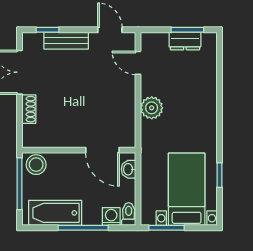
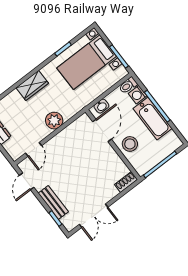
shoe rack: (29, 109) -> (126, 182), moved
wardrobe: (206, 113) -> (32, 85), added
stool: (36, 165) -> (130, 144), moved
bathtub: (55, 213) -> (153, 118), moved

